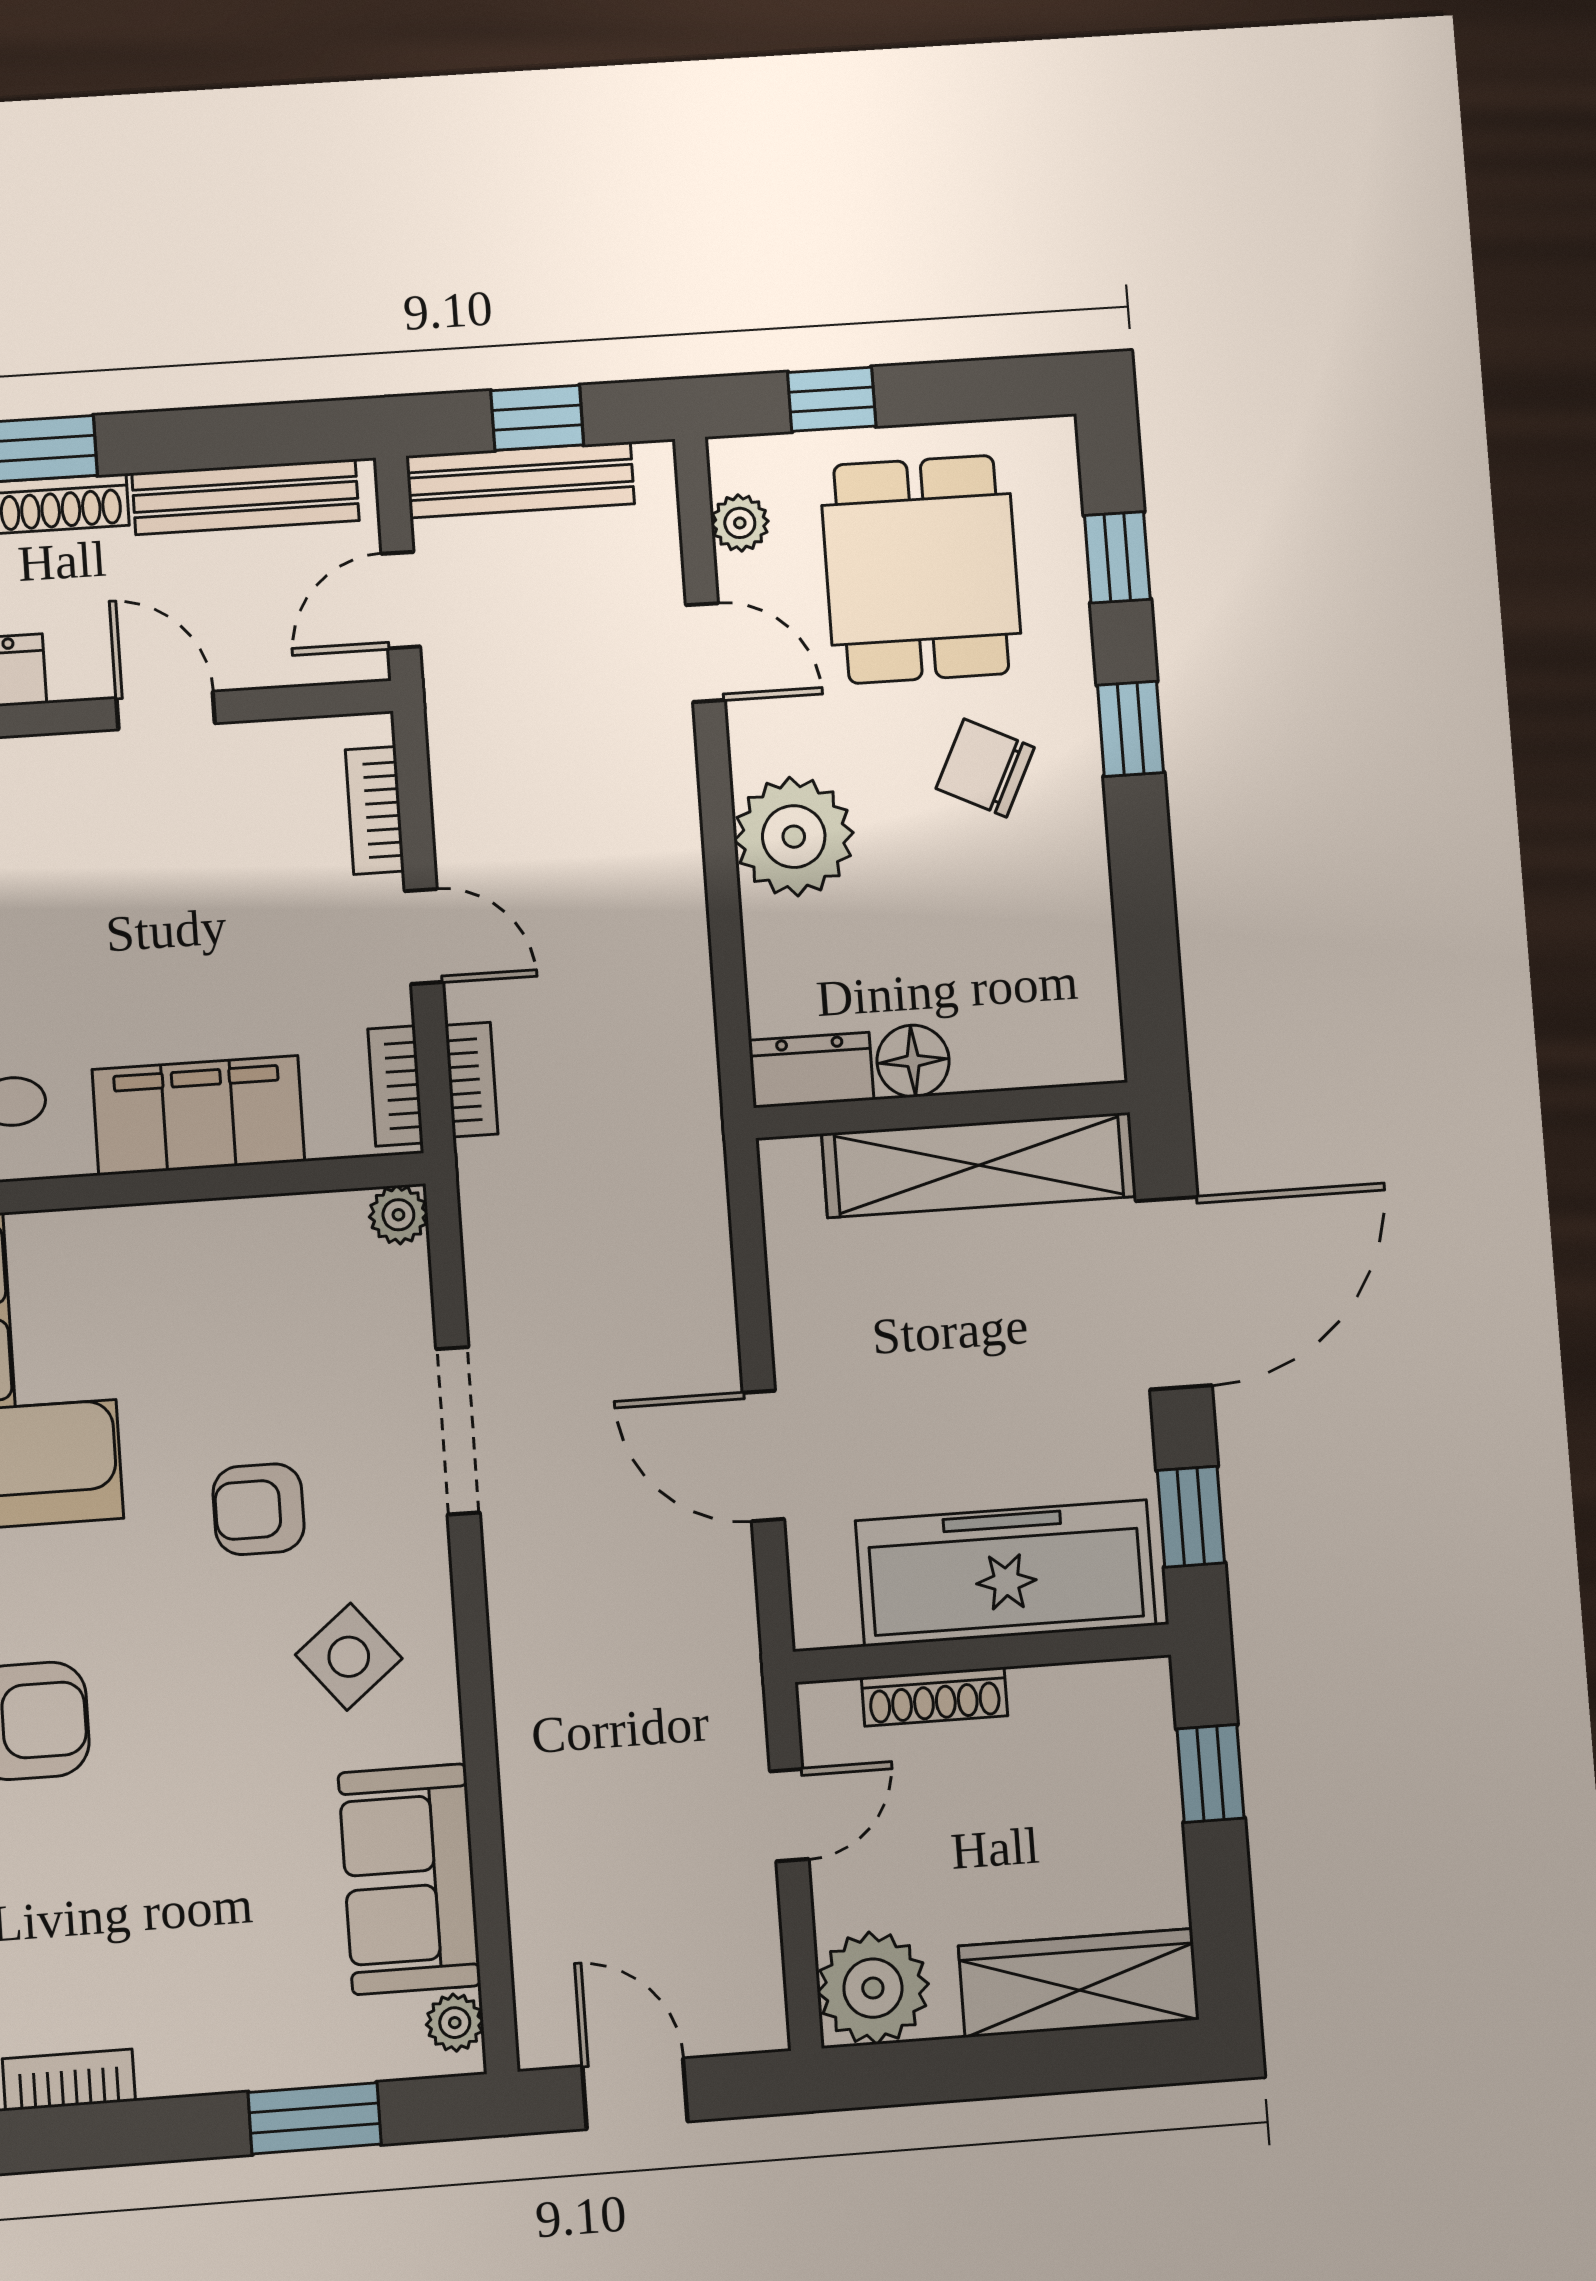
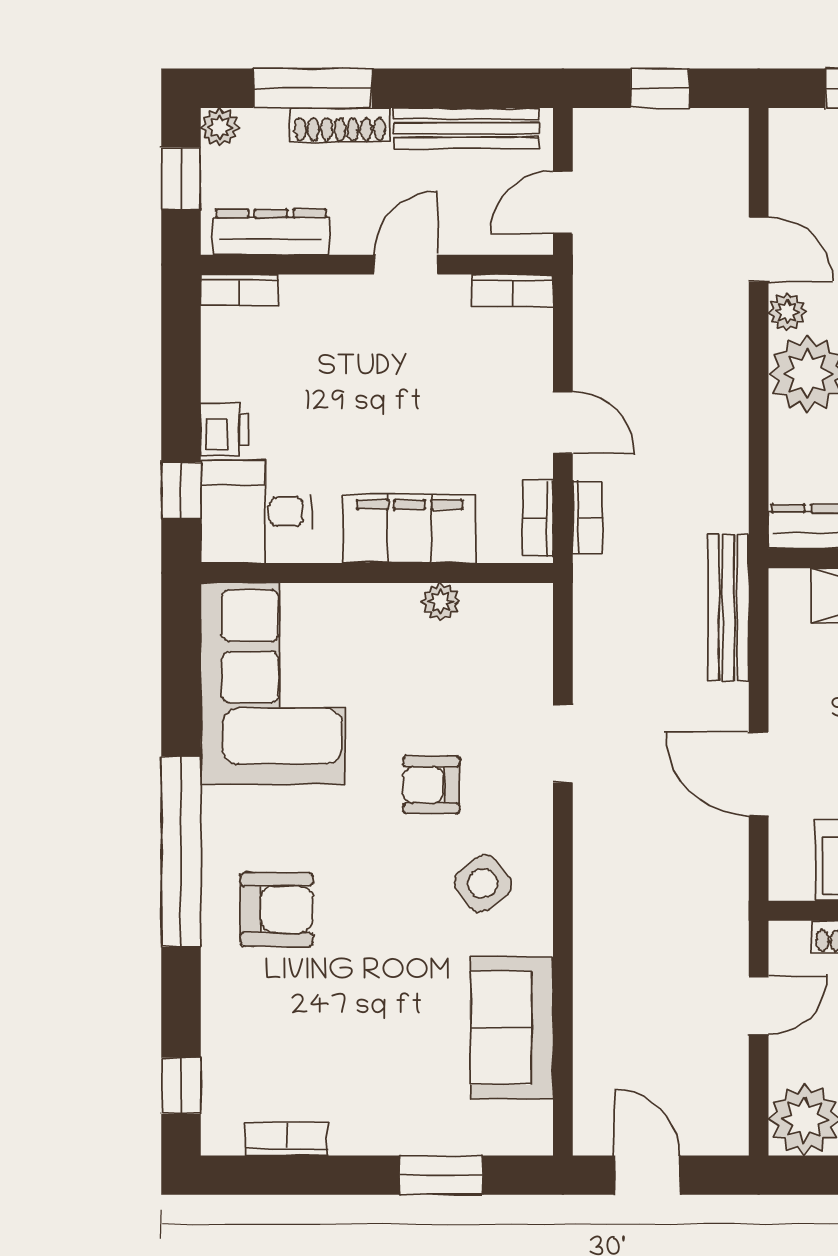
bench: (520, 480) -> (728, 608), moved, turned 90
plant: (740, 523) -> (787, 312), moved
door: (166, 711) -> (406, 265), hinge flipped
bookcase: (375, 810) -> (512, 291), moved, turned -90
plant: (398, 1215) -> (441, 602), moved
doorway: (458, 1431) -> (563, 744), width x0.73
plant: (455, 2023) -> (535, 1121), removed

